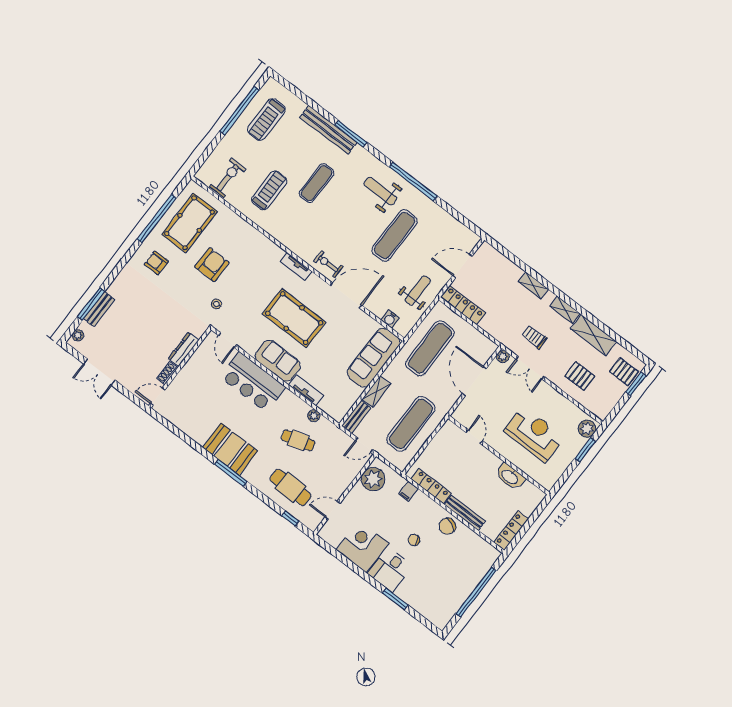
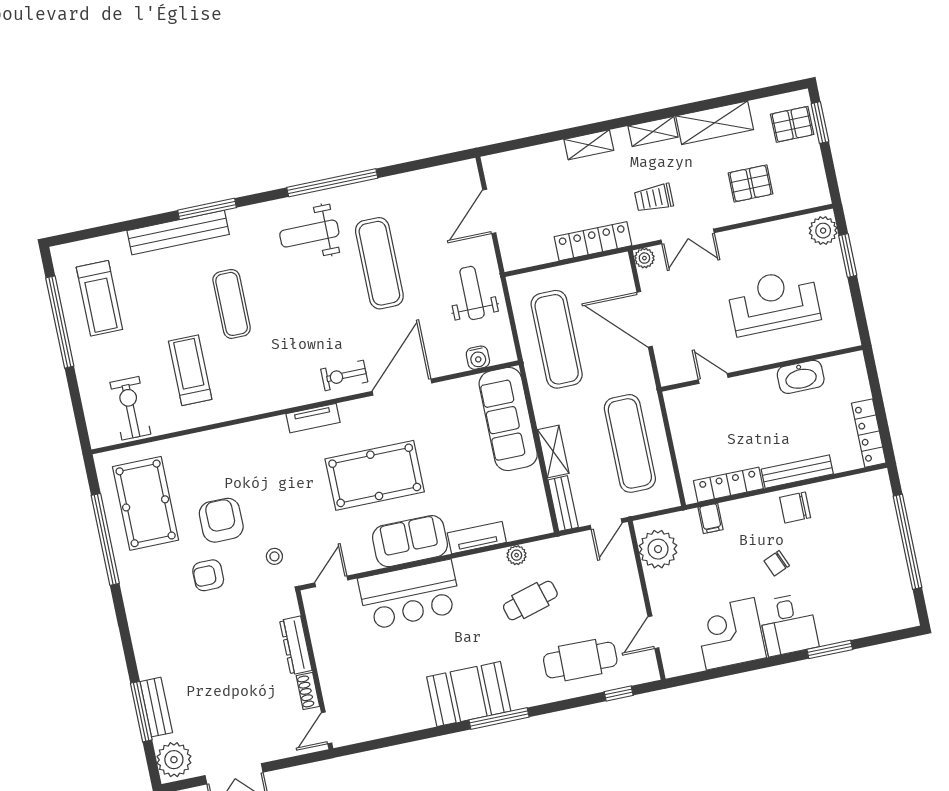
armchair: (156, 263) -> (208, 575), moved
locker: (463, 305) -> (593, 241), moved
plant: (78, 335) -> (174, 760), width x1.88, depth x1.88
door: (228, 340) -> (331, 581), swing flipped
chair: (447, 526) -> (795, 507), turned 65

